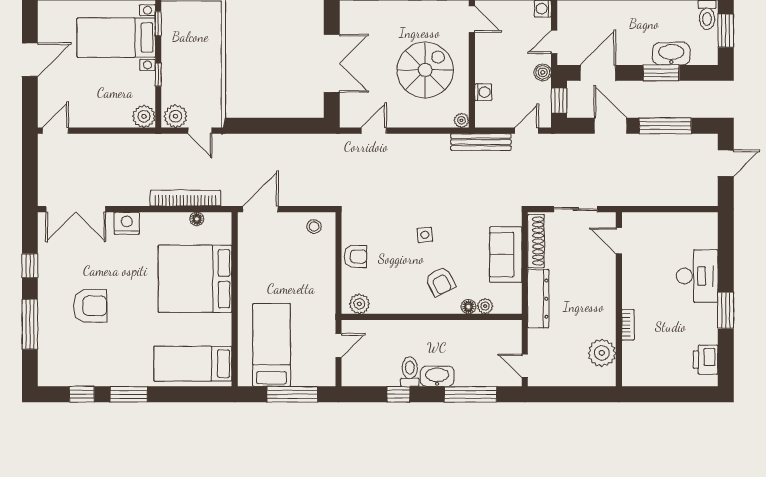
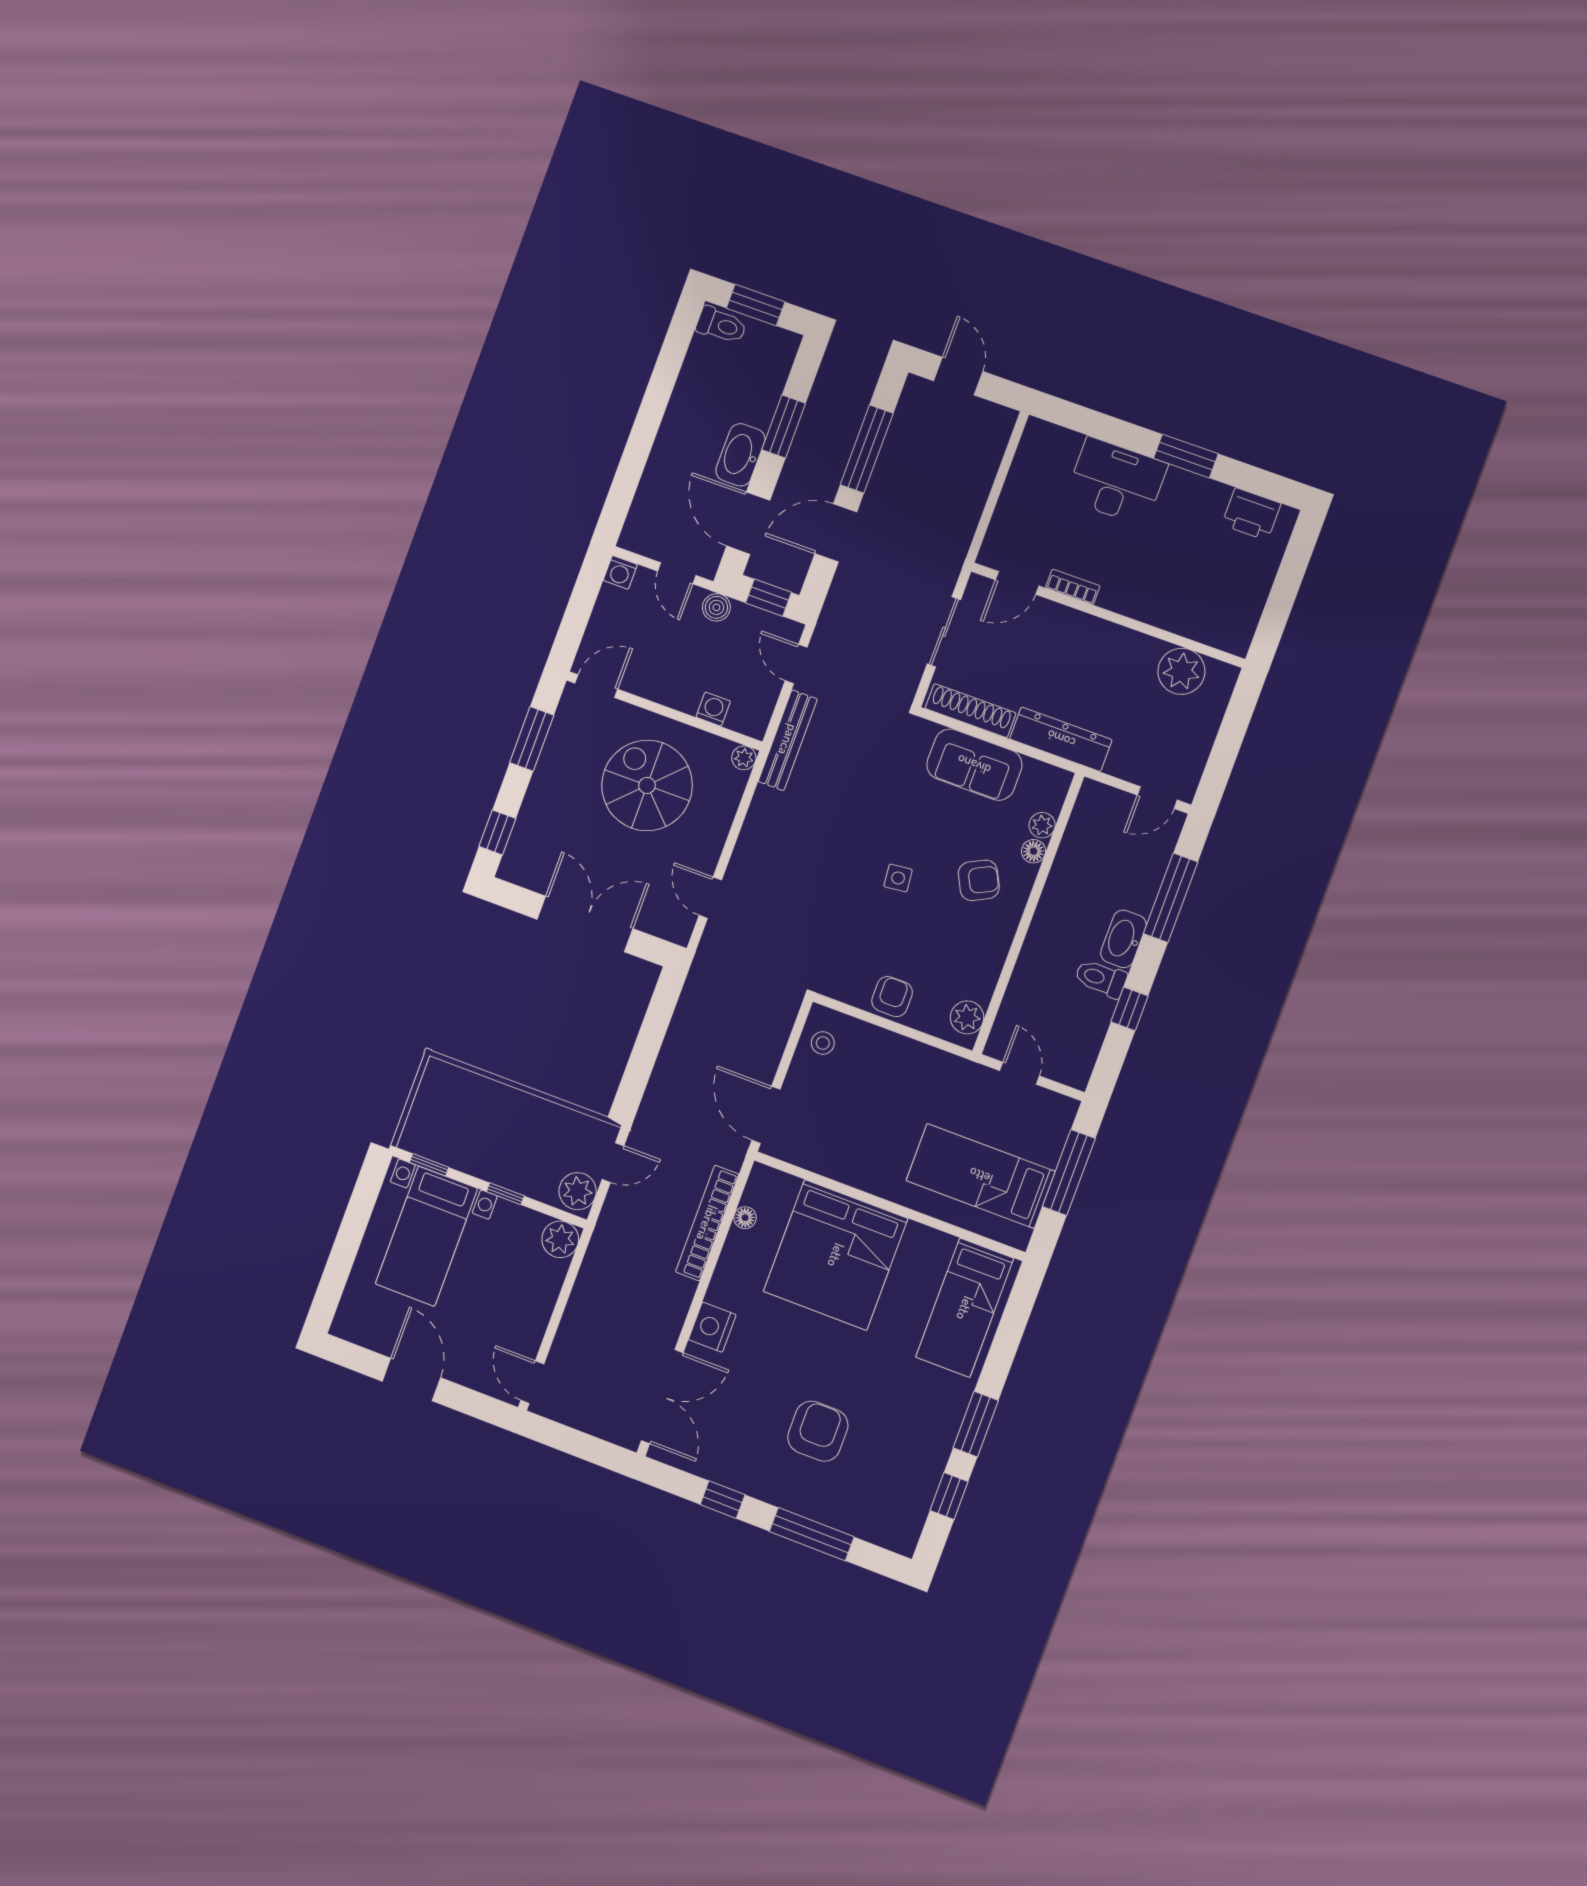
washbasin: (671, 54) -> (740, 455), moved
bookcase: (628, 325) -> (1073, 587), moved

